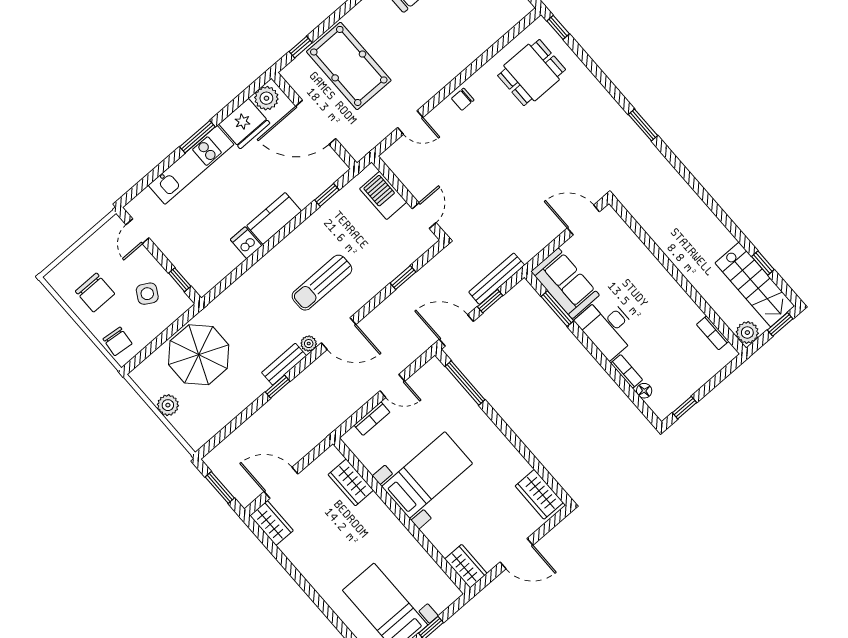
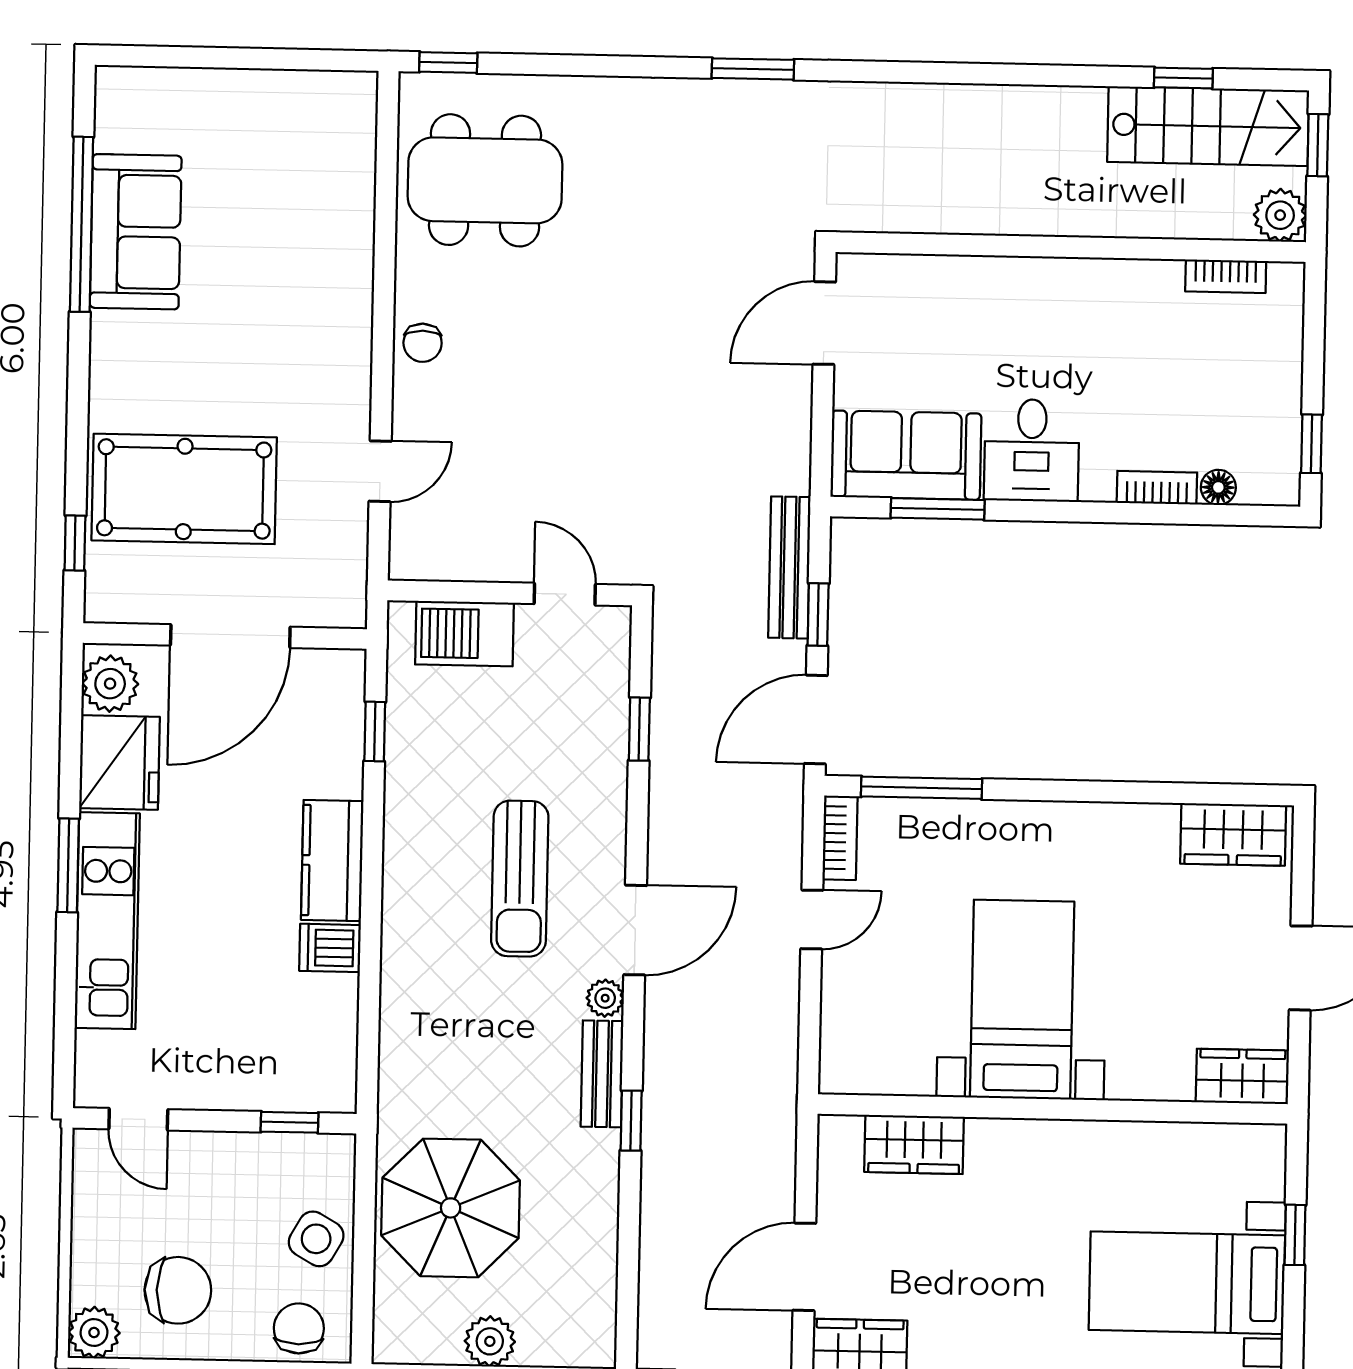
dining table: (532, 73) -> (485, 180), width x1.37
plant: (58, 278) -> (94, 1332), added
side table: (147, 294) -> (316, 1239), moved
desk: (607, 327) -> (1032, 450), width x0.73
chair: (117, 341) -> (299, 1328), turned -96
bookcase: (372, 419) -> (840, 838), moved

